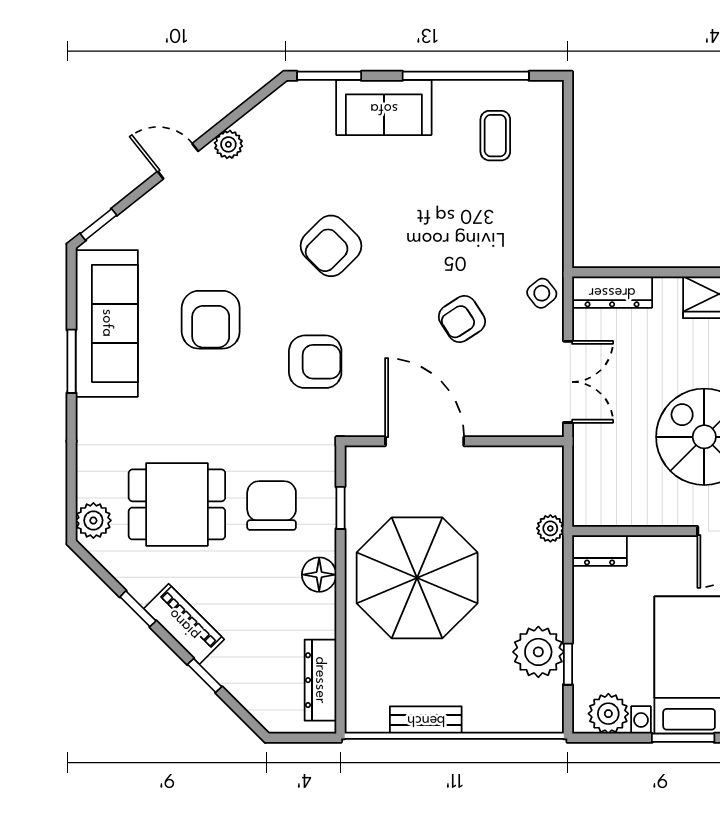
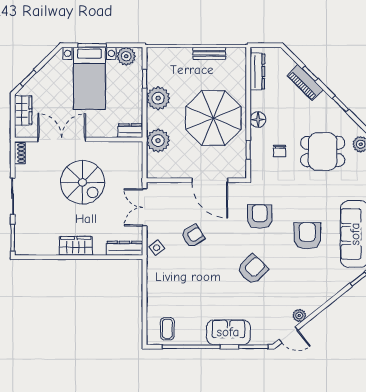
coffee table: (495, 136) -> (167, 329), moved
door: (178, 161) -> (288, 335), moved
armchair: (315, 362) -> (260, 217), turned 90
chair: (272, 506) -> (280, 151), width x0.54, depth x0.54
plant: (550, 528) -> (158, 141), width x1.87, depth x1.87
piano: (184, 624) -> (305, 83), moved
plant: (538, 652) -> (158, 98), moved

